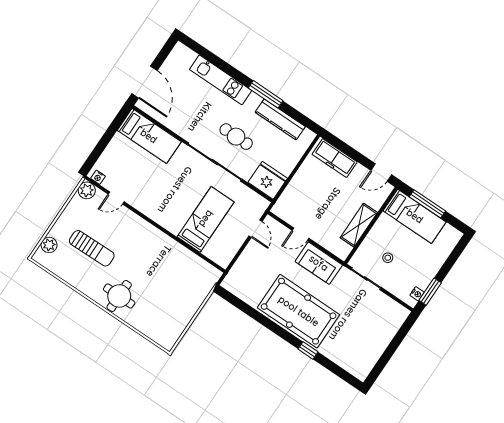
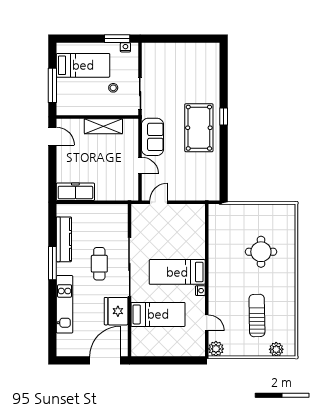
bed: (149, 136) -> (158, 314), moved, turned 90
freezer: (335, 158) -> (75, 192), moved, turned -90
nightstand: (98, 177) -> (200, 291), moved
fridge: (268, 180) -> (116, 311), moved
bed: (415, 216) -> (83, 65), moved, turned 90
bed: (206, 219) -> (177, 272), moved
round table: (119, 296) -> (261, 252), moved
pool table: (299, 311) -> (199, 128), width x0.73, depth x0.76
window: (308, 350) -> (224, 117), moved

